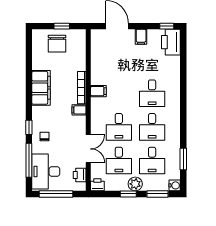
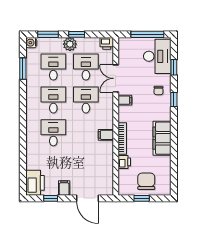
window: (167, 26) -> (51, 198), moved
filing cabinet: (79, 110) -> (125, 100), moved
window: (29, 160) -> (174, 67), width x0.46
printer: (80, 175) -> (124, 162), moved

